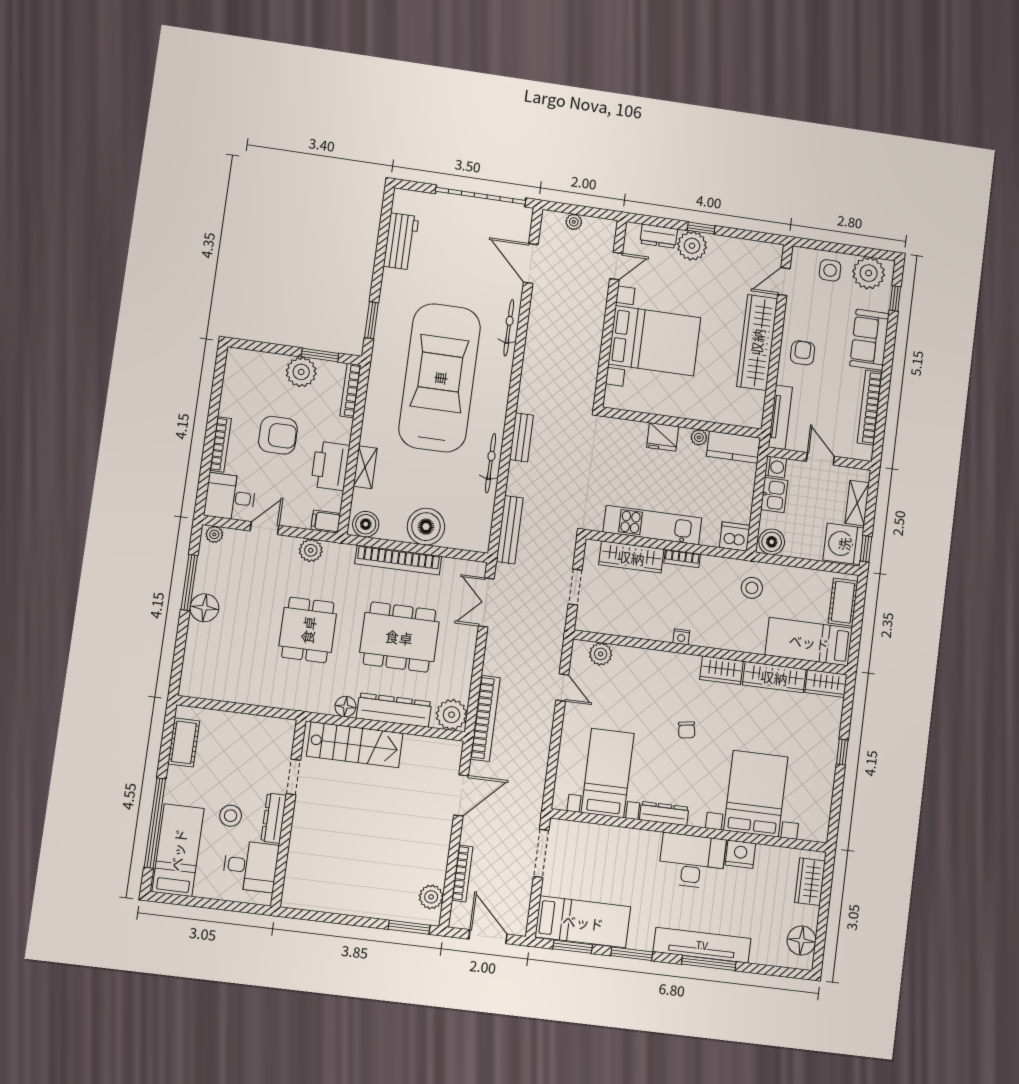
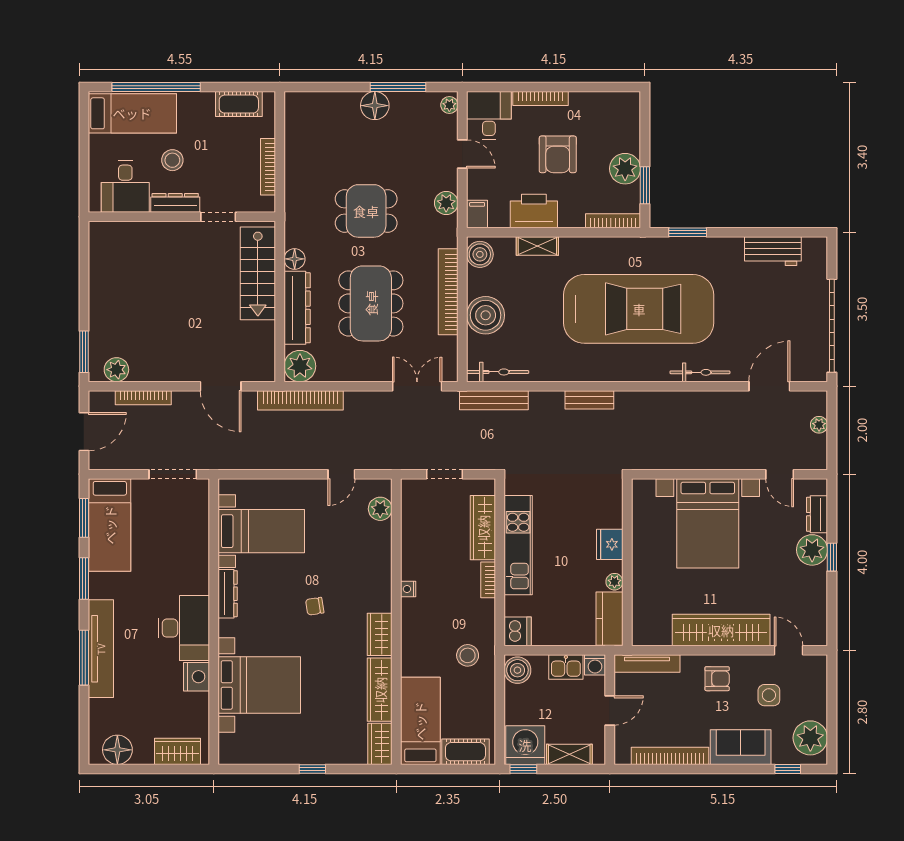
side table: (830, 270) -> (769, 695), moved
bicycle: (491, 463) -> (498, 372), moved
bookcase: (250, 721) -> (268, 167), added

